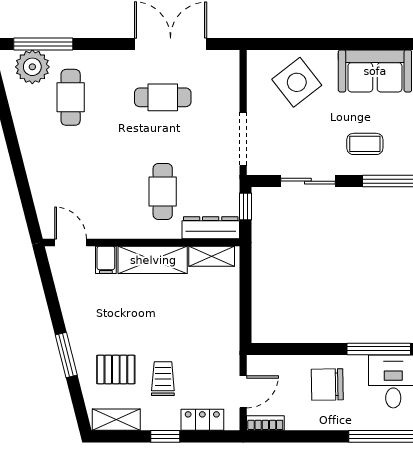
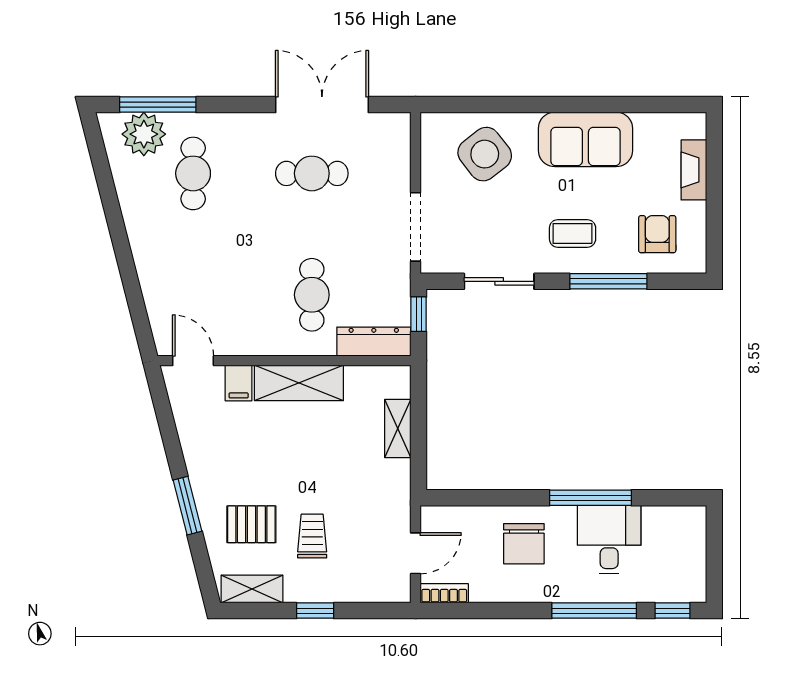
shelving: (212, 256) -> (398, 428), moved, turned 90
chair: (327, 385) -> (524, 544), turned -89
locker: (202, 420) -> (363, 589), removed

